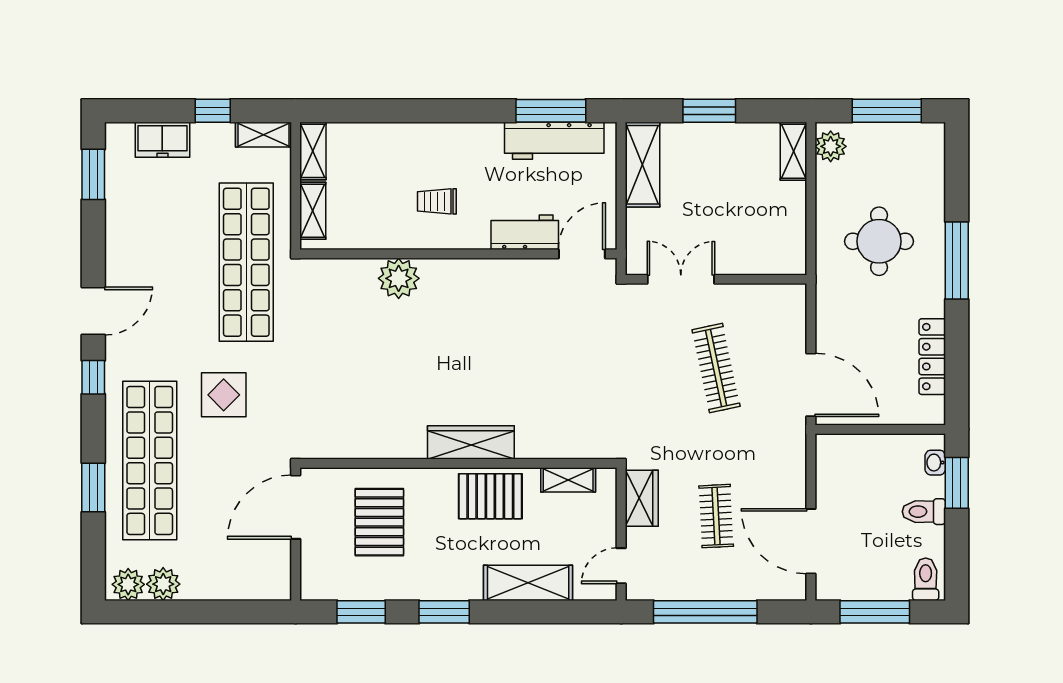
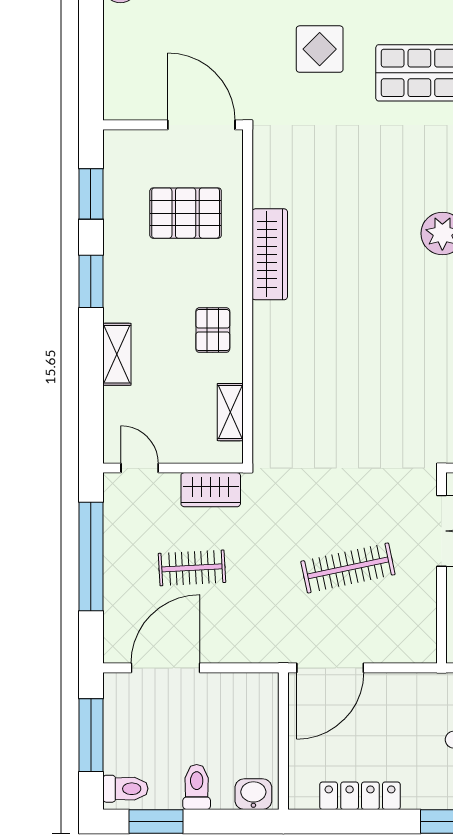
wardrobe: (471, 442) -> (270, 254), moved
washbasin: (935, 463) -> (253, 794), width x1.38, depth x1.45
window: (957, 483) -> (156, 822), moved
pallet: (490, 496) -> (213, 330), width x0.67, depth x0.71
shelving: (528, 583) -> (117, 354), width x0.67, depth x0.75

